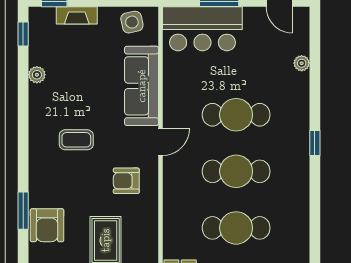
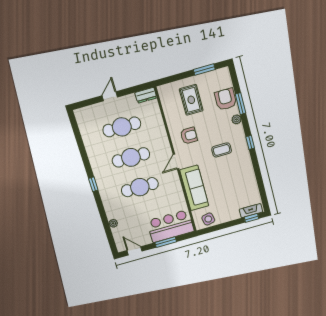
fireplace: (77, 15) -> (251, 211), moved
window: (23, 34) -> (250, 142), moved
plant: (37, 75) -> (236, 119), moved

